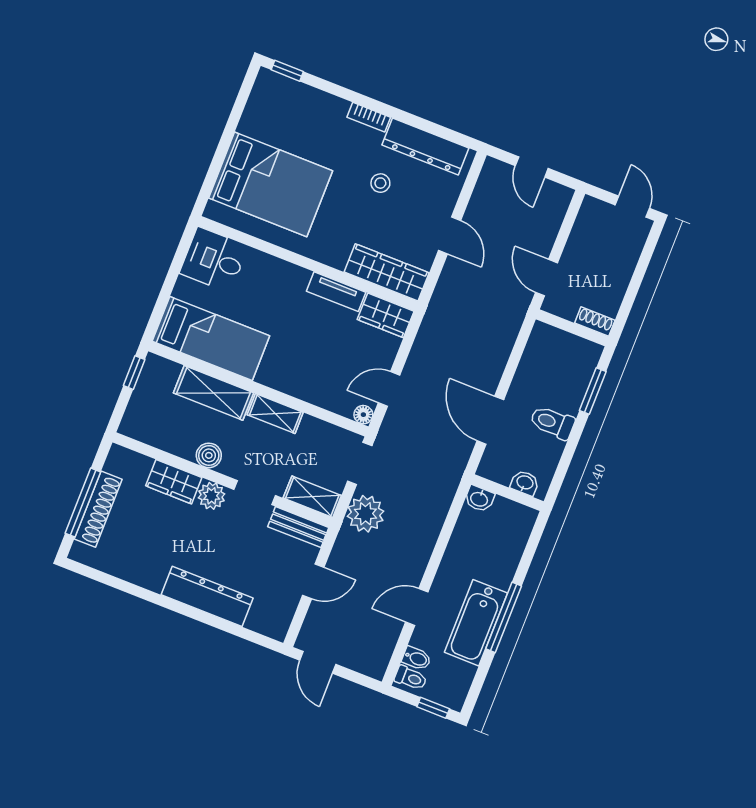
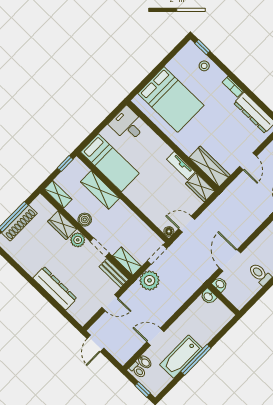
stool: (380, 183) -> (204, 66), moved
shelving: (275, 414) -> (58, 194), moved
washbasin: (525, 483) -> (220, 284), moved

